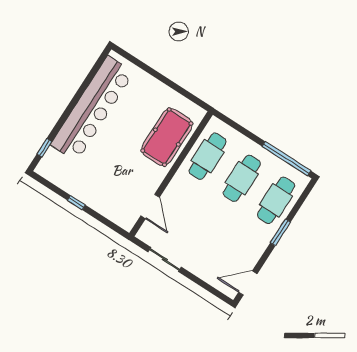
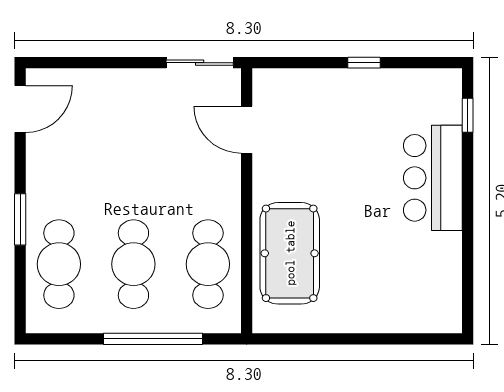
bar counter: (92, 109) -> (433, 178), width x0.54
window: (286, 159) -> (153, 339), moved
sliding door: (165, 259) -> (200, 63), moved

